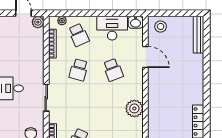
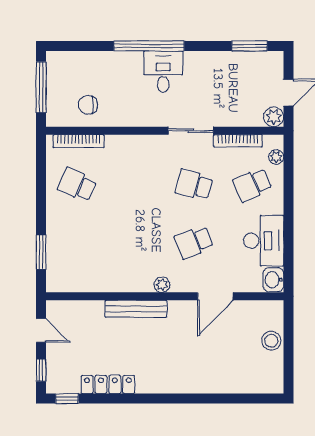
stool: (161, 27) -> (271, 341), moved
bench: (199, 35) -> (136, 309), moved
sliding door: (46, 98) -> (191, 131), moved
plant: (134, 108) -> (162, 285), moved, width x0.53, depth x0.53

